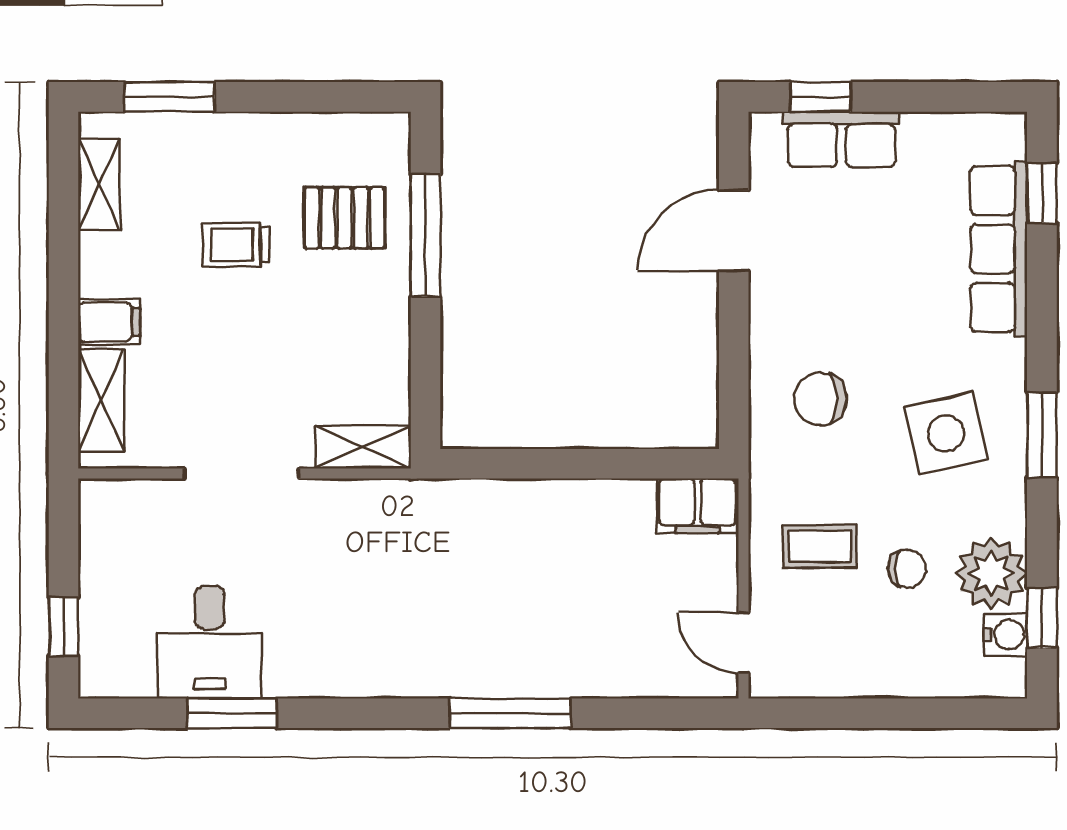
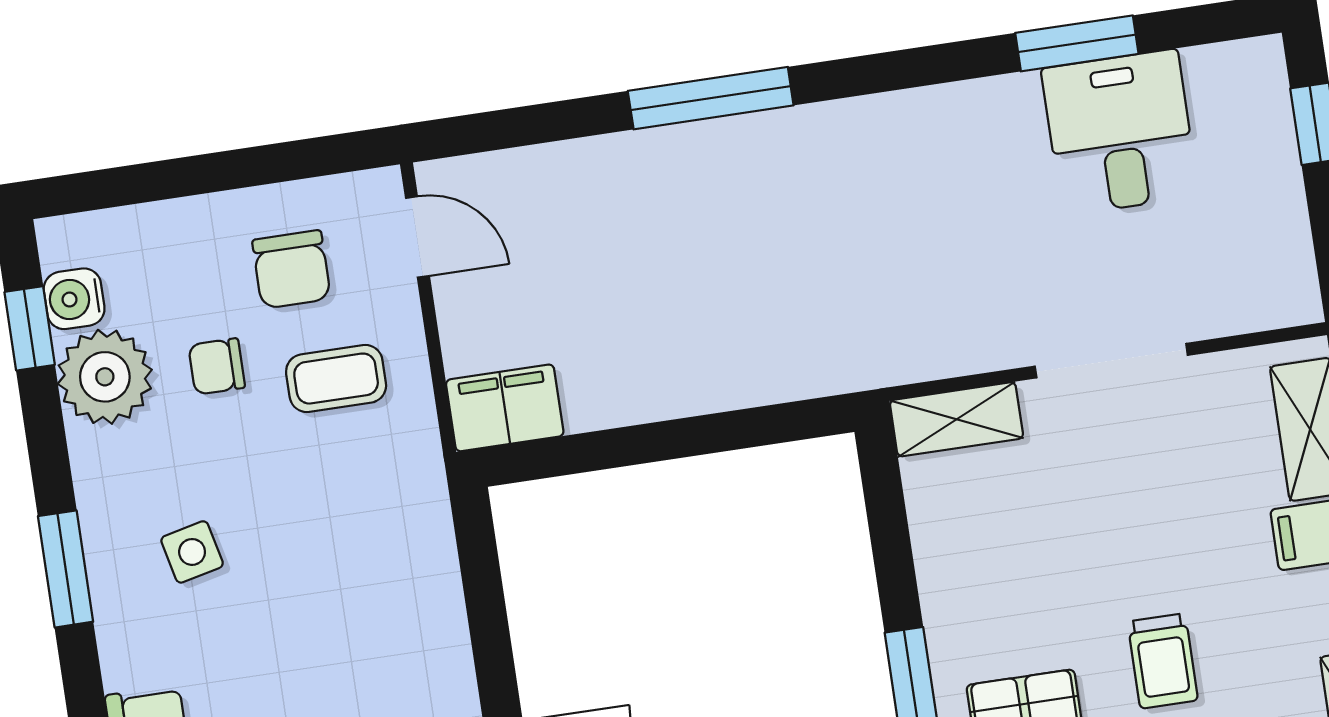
trolley: (237, 245) -> (1163, 661), turned 90
chair: (820, 399) -> (291, 269), moved, turned 90
side table: (946, 433) -> (192, 552), width x0.54, depth x0.54

